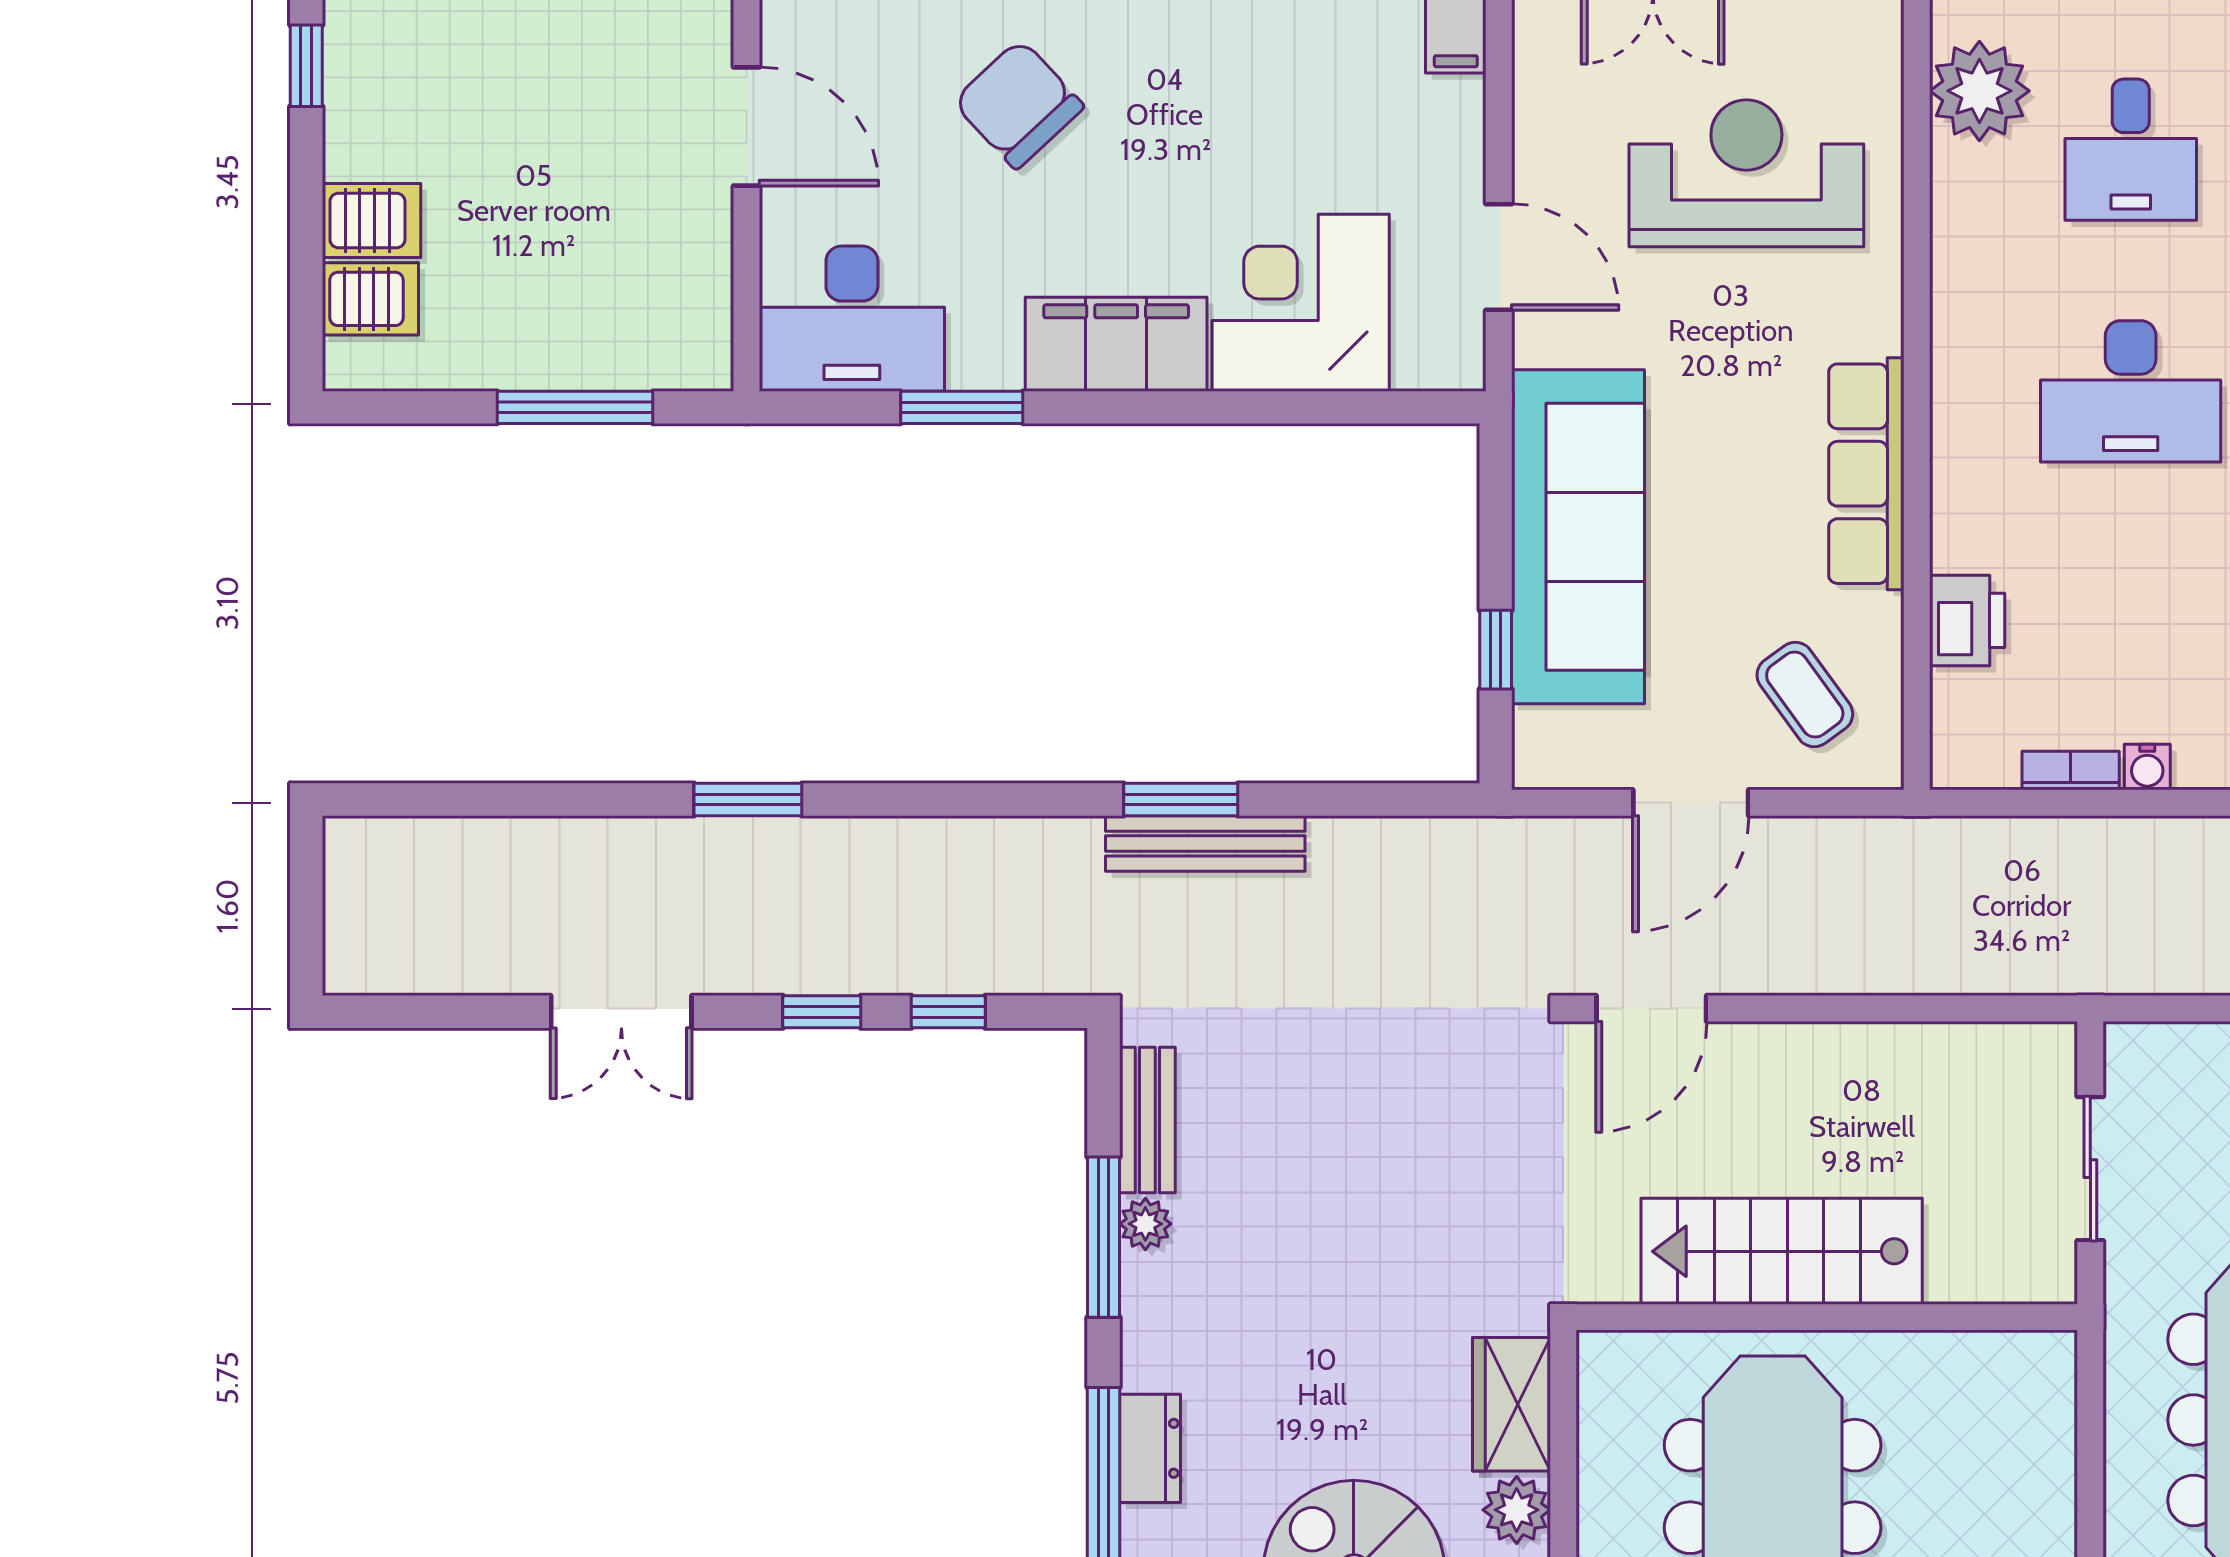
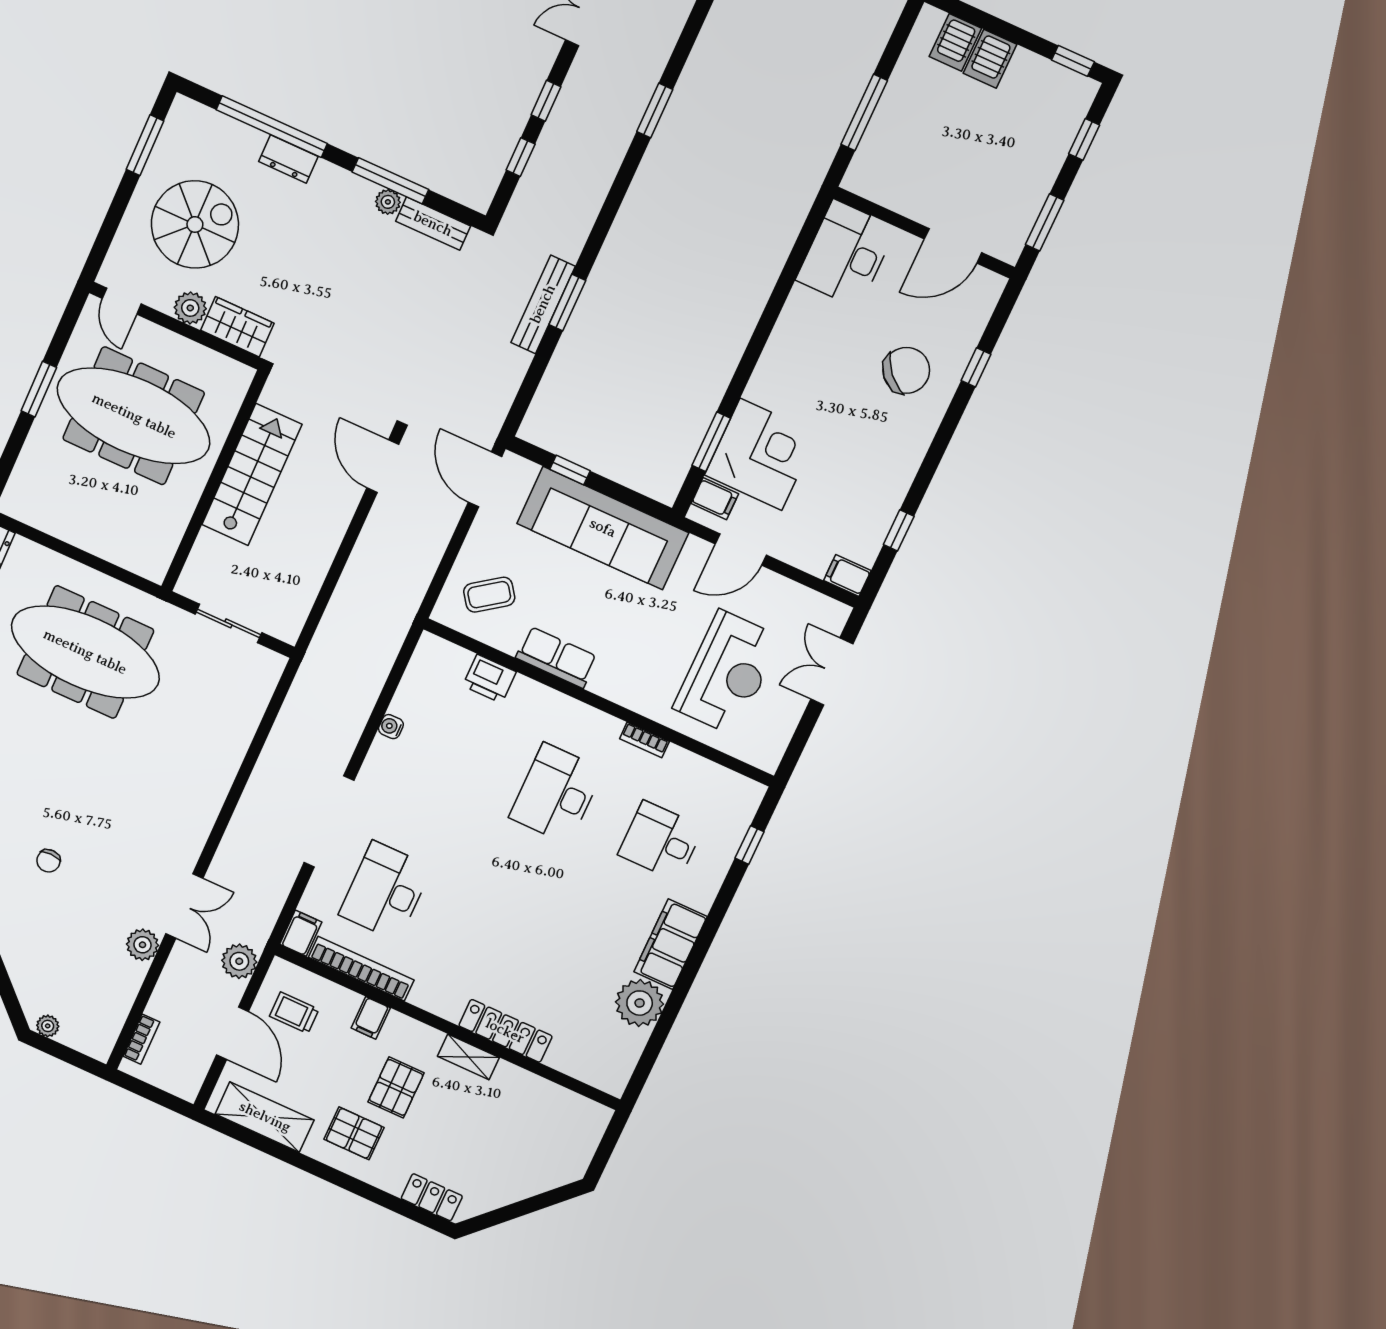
plant: (1979, 91) -> (716, 789), removed
filing cabinet: (1116, 344) -> (715, 499), moved, width x0.33, depth x0.86
window: (962, 407) -> (711, 442), moved
row of seats: (1866, 474) -> (557, 657), width x0.68
bookcase: (2071, 770) -> (644, 740), moved, turned 90
door: (1691, 803) -> (485, 479), moved

